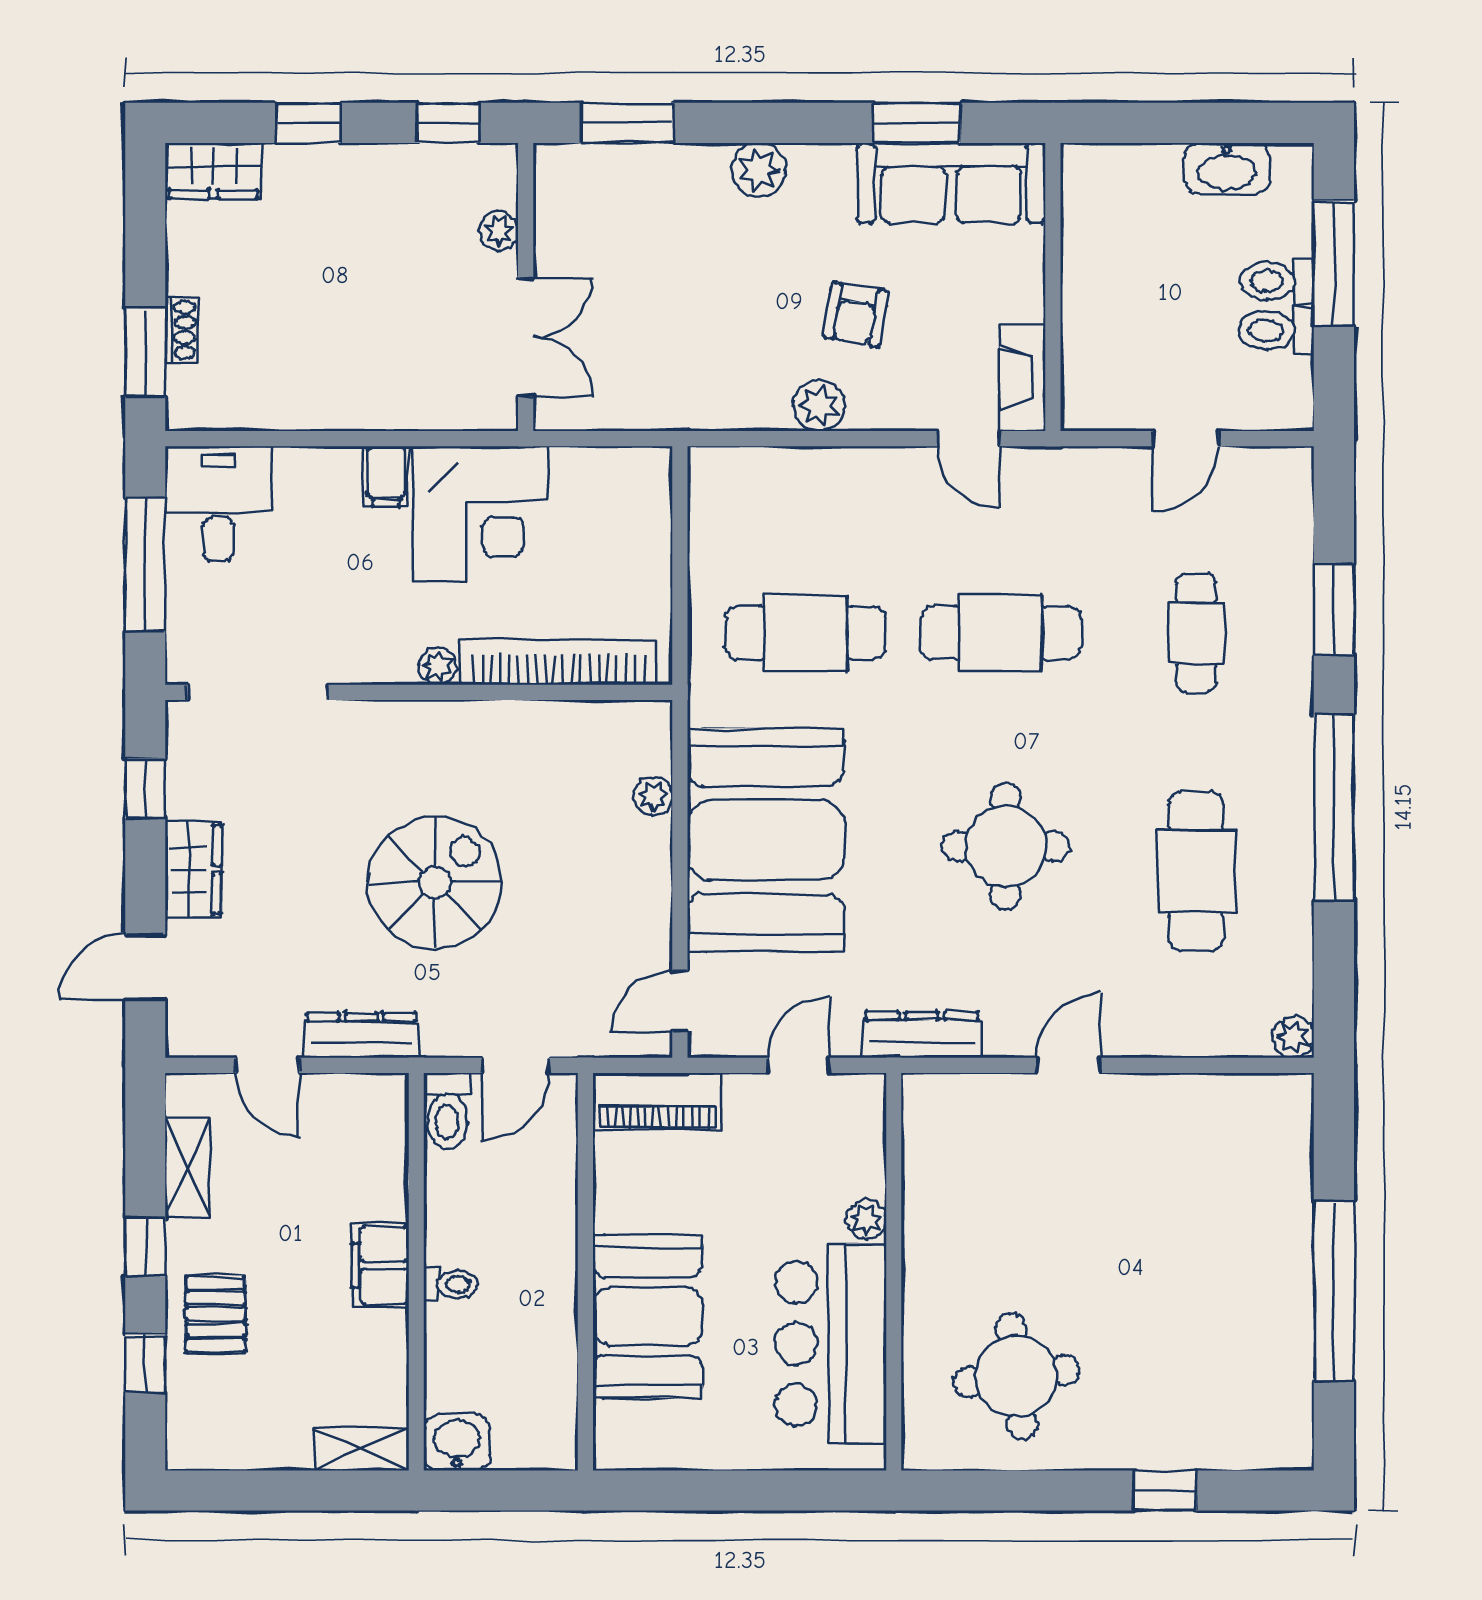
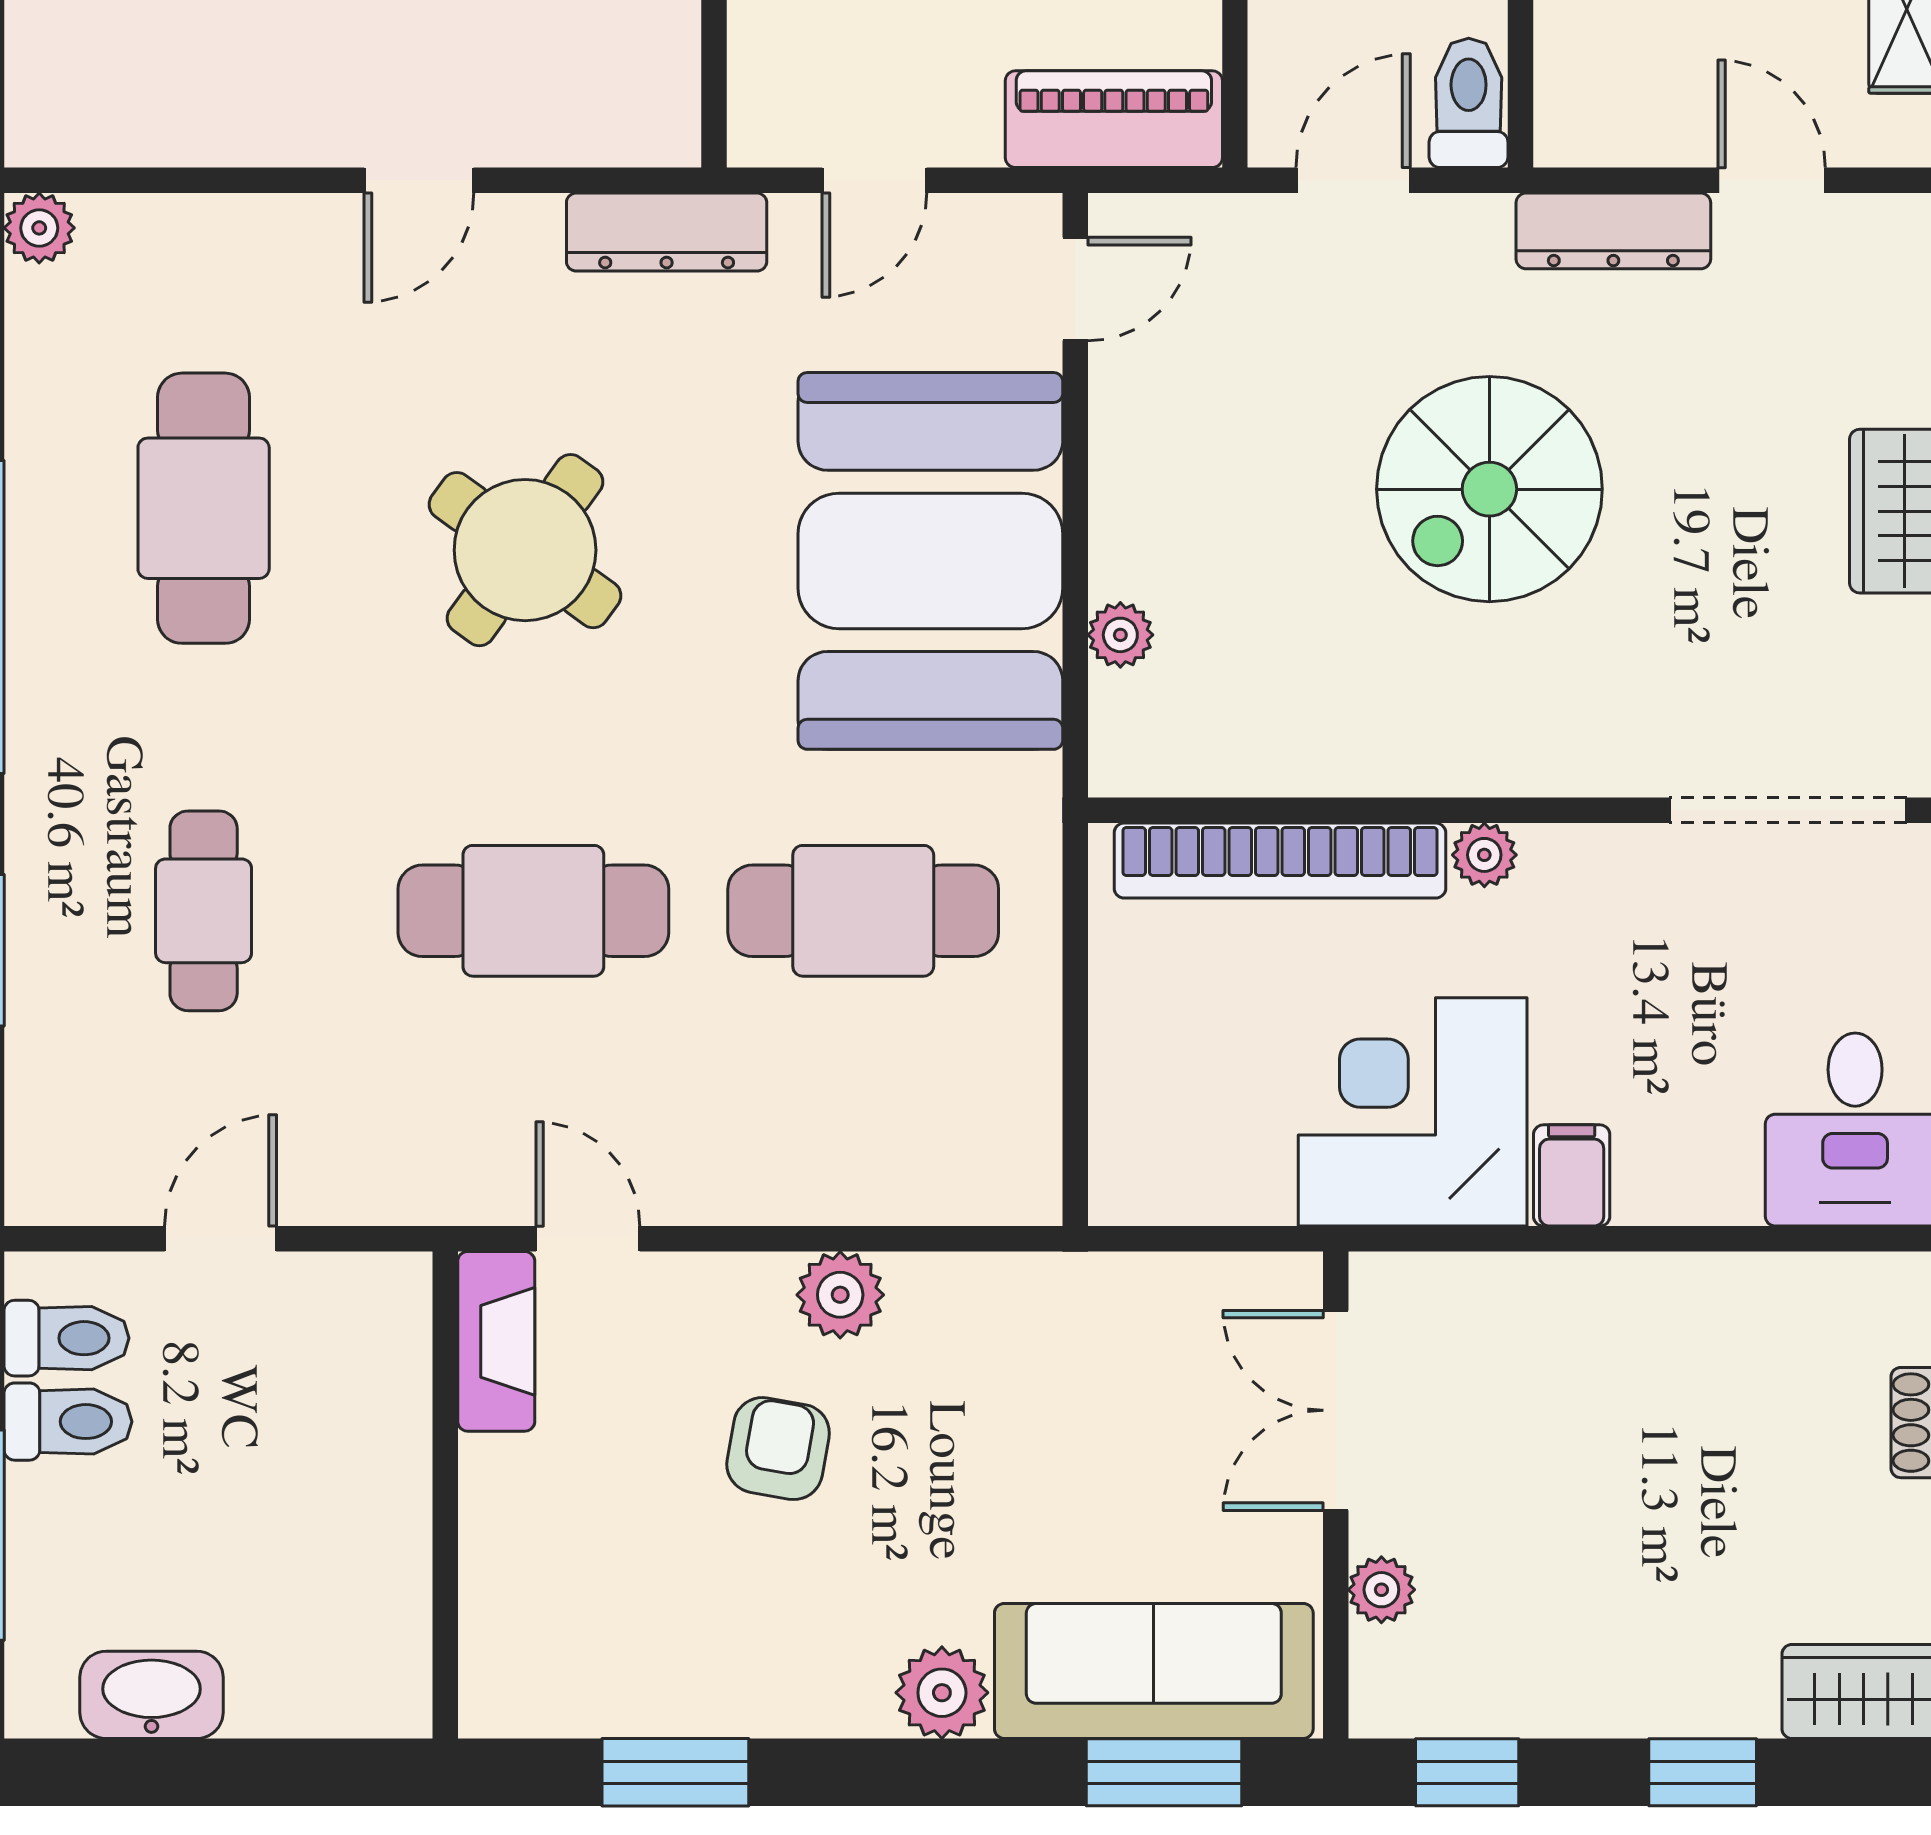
sofa: (951, 183) -> (1154, 1671), moved
toilet: (1277, 281) -> (67, 1338), moved
round table: (1006, 846) -> (525, 550), turned 36

